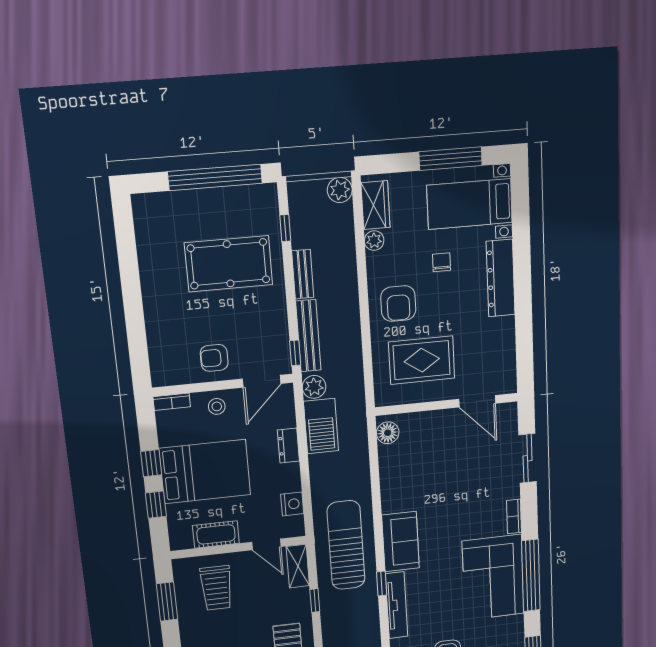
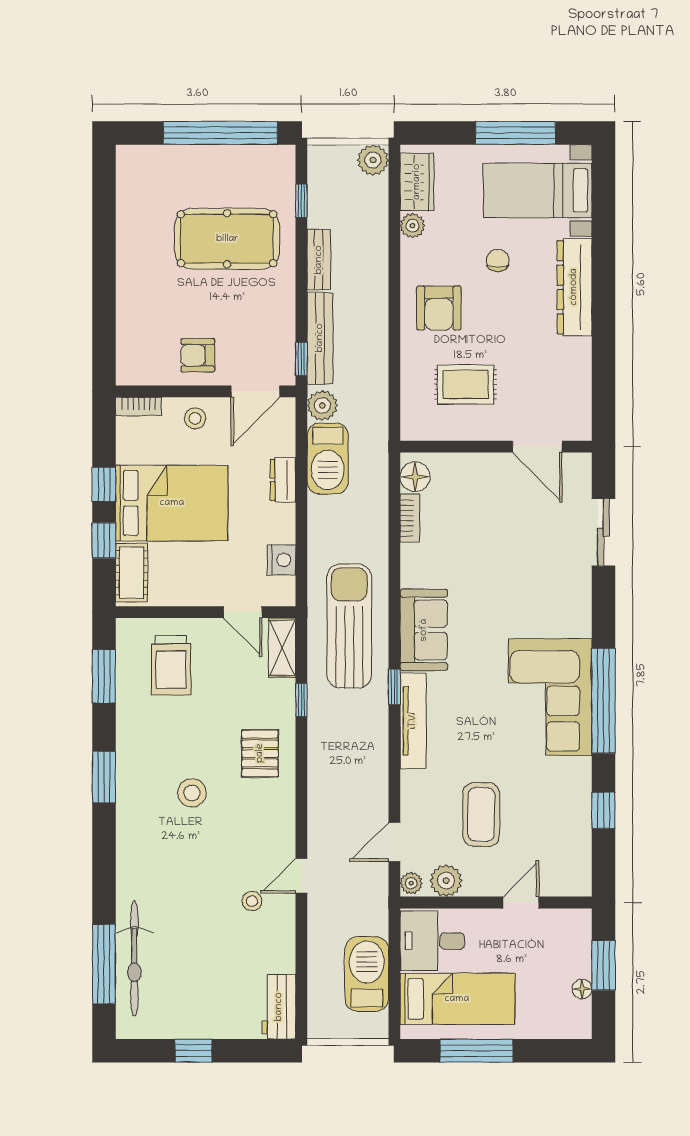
rug: (422, 360) -> (466, 384), width x0.73, depth x0.70
bookcase: (514, 516) -> (410, 518), moved, turned 180
cot: (216, 534) -> (132, 573), moved, turned 90

